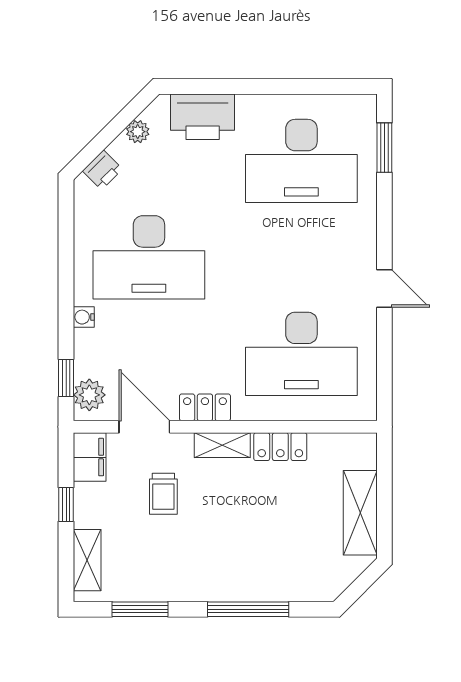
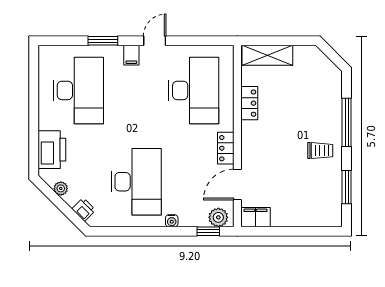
window: (384, 148) -> (103, 41), moved
filing cabinet: (360, 250) -> (131, 55), added
shelving: (222, 445) -> (248, 138), removed
trolley: (163, 494) -> (320, 151), moved
window: (66, 504) -> (284, 231), removed
shelving: (360, 513) -> (267, 55), moved
shelving: (87, 560) -> (317, 219), removed

